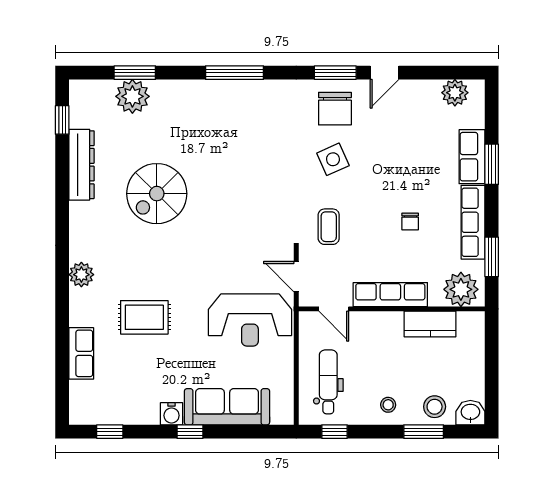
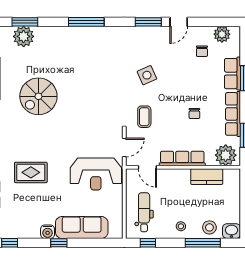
chair: (335, 109) -> (202, 51), moved, width x0.54, depth x0.54
door: (296, 277) -> (124, 147), swing flipped
window: (424, 432) -> (203, 243), width x1.44

